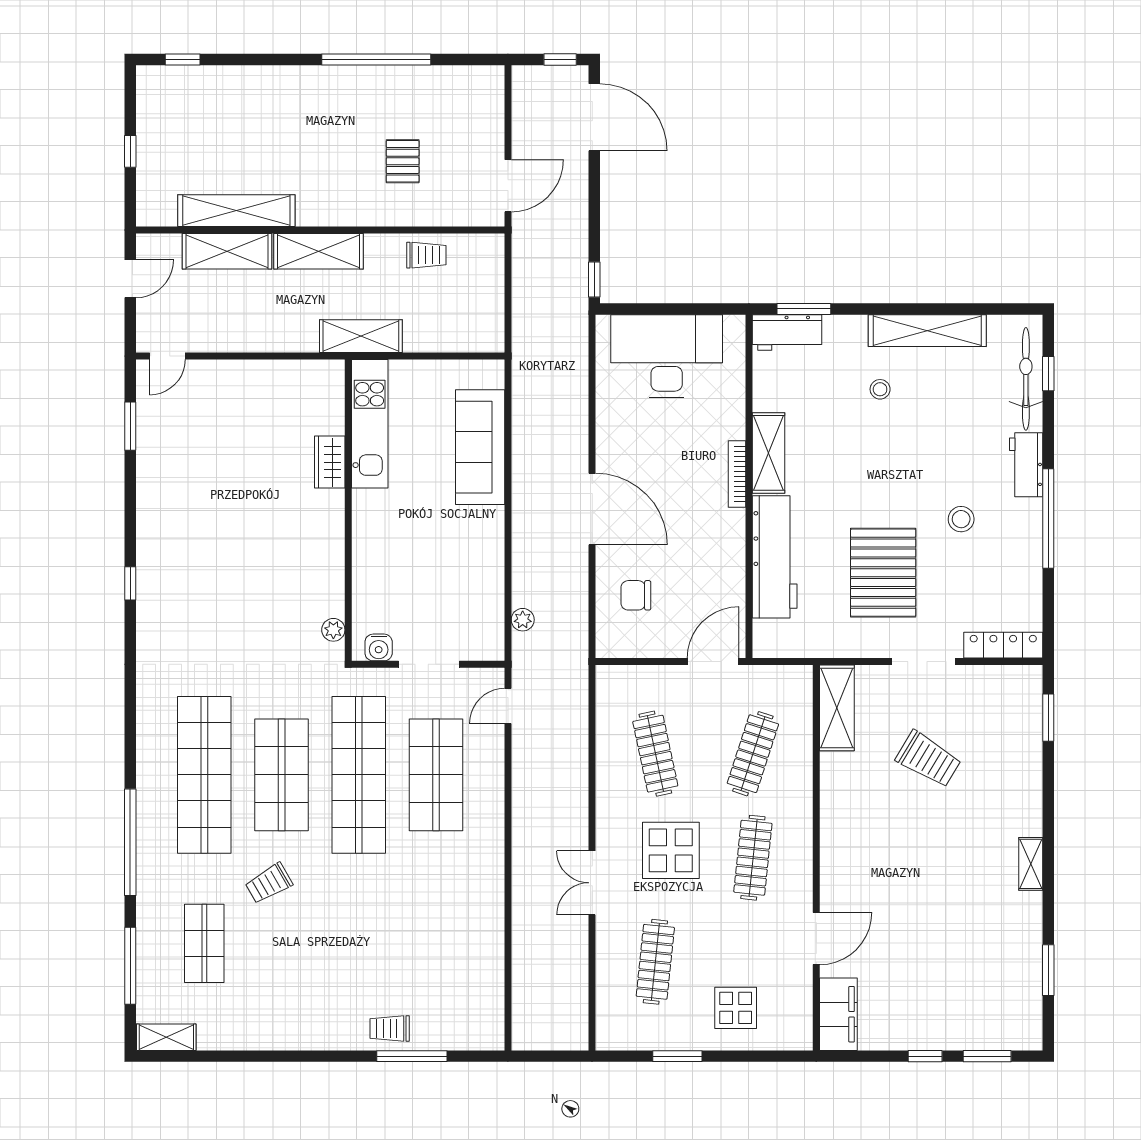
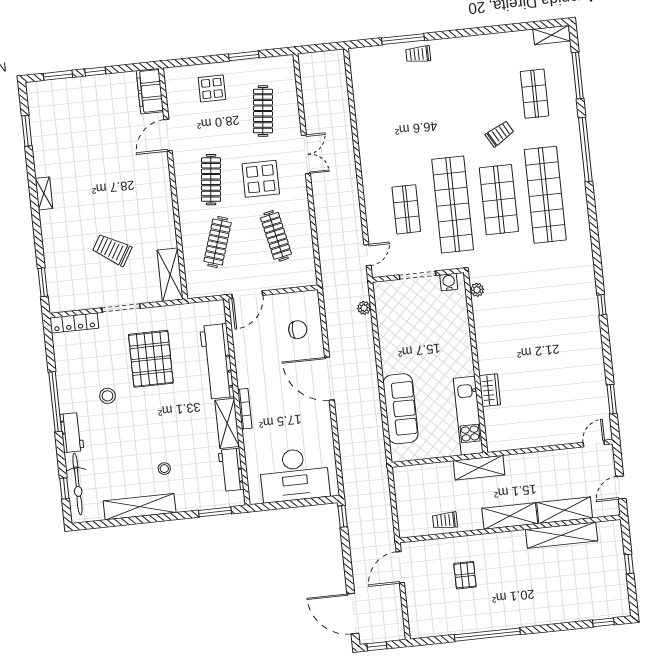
workbench: (787, 332) -> (231, 470), moved, turned -90
shop shelf: (436, 775) -> (406, 209), width x0.70, depth x0.74
trolley: (390, 1029) -> (418, 54), turned 180

